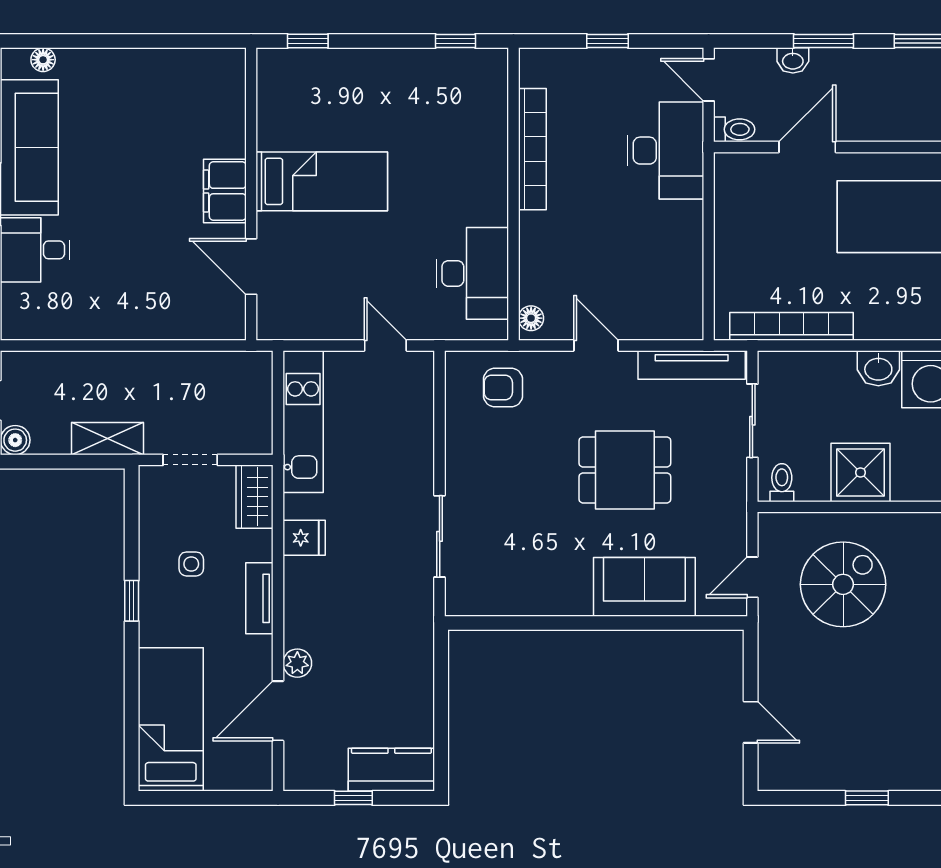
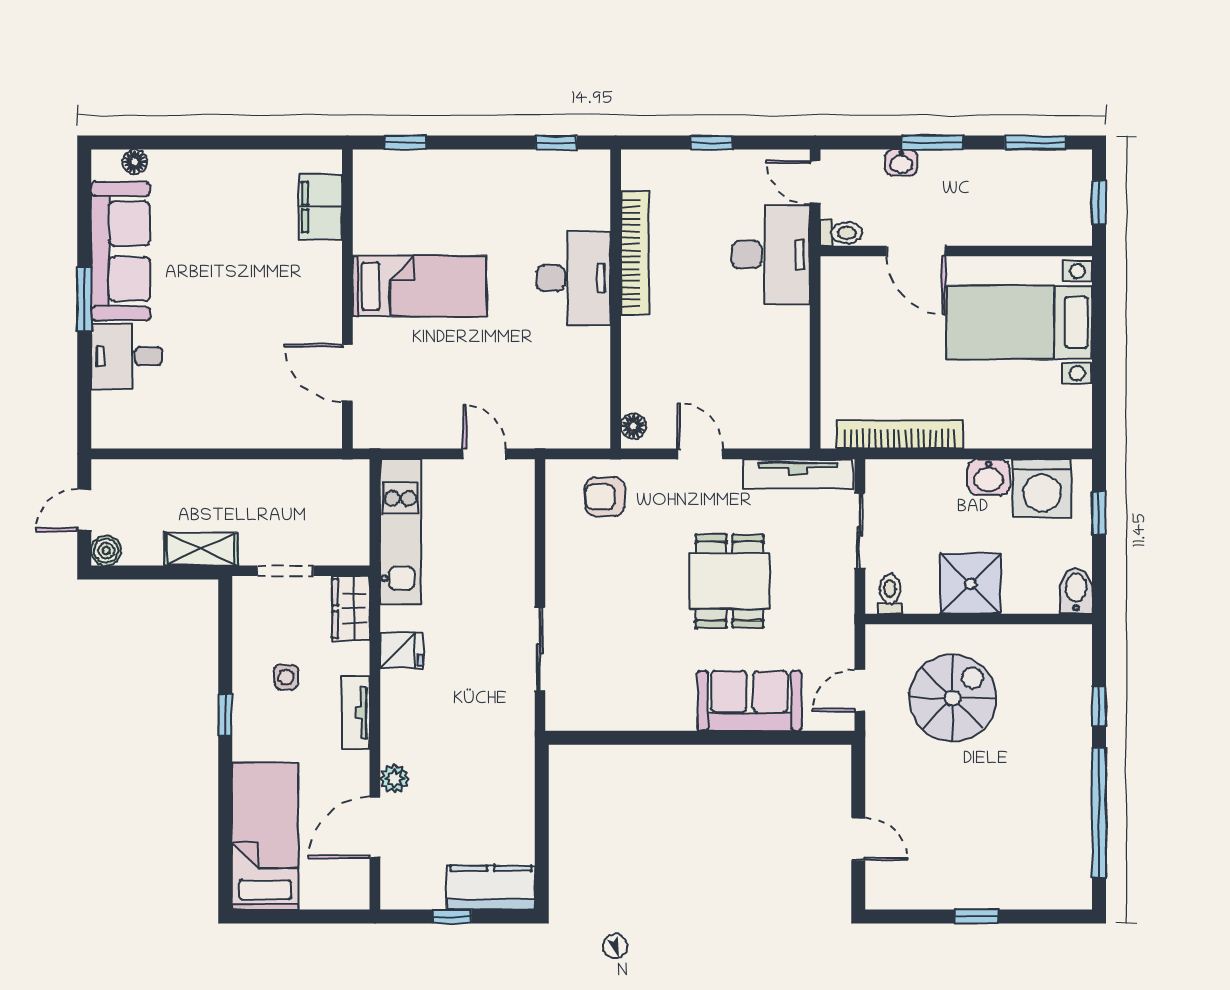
door: (807, 147) -> (916, 251), swing flipped
filing cabinet: (225, 191) -> (320, 207), moved
desk: (472, 273) -> (574, 278), moved
dining table: (625, 470) -> (729, 581), turned 90

